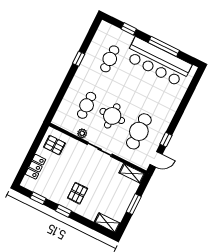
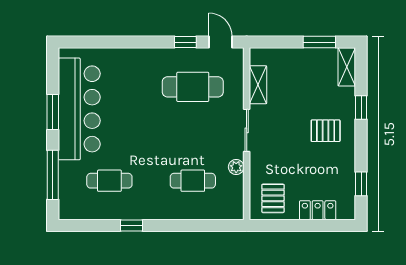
window: (129, 29) -> (53, 175), width x2.17
window: (164, 46) -> (53, 112), width x0.69
round table: (112, 116) -> (190, 136), removed
shelving: (132, 173) -> (258, 85), moved
window: (134, 204) -> (319, 42), moved
window: (63, 211) -> (361, 108), moved

